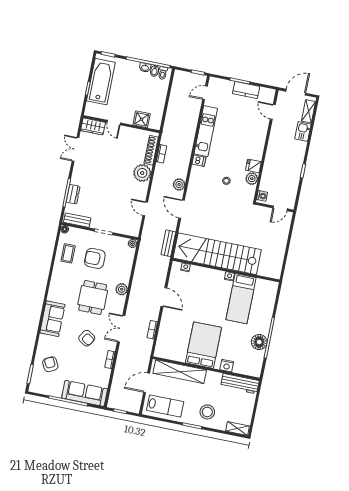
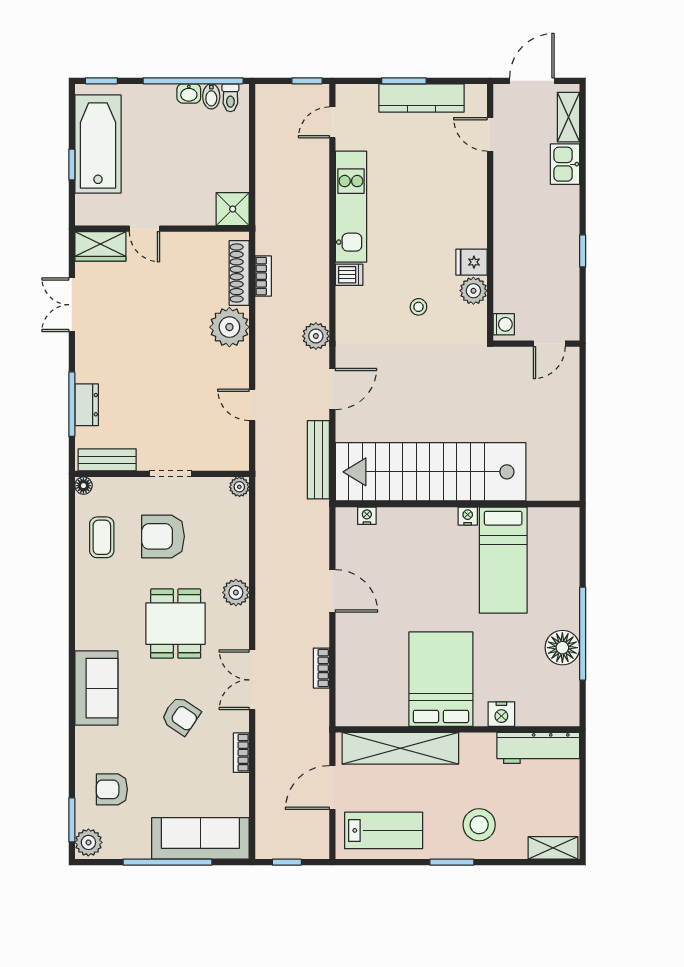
kitchen counter: (246, 90) -> (421, 98), width x1.50
shower: (142, 119) -> (233, 209), moved
door: (182, 209) -> (332, 389), swing flipped
bench: (168, 243) -> (318, 460), width x1.36
armchair: (50, 364) -> (112, 789), turned -63
plant: (35, 385) -> (88, 842), added

